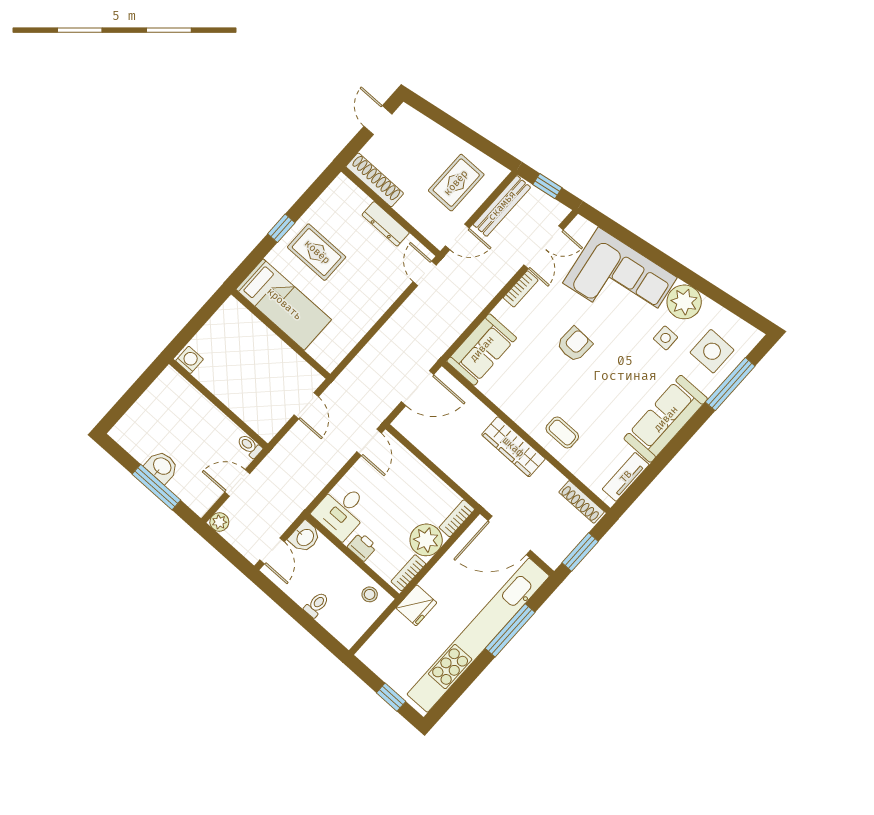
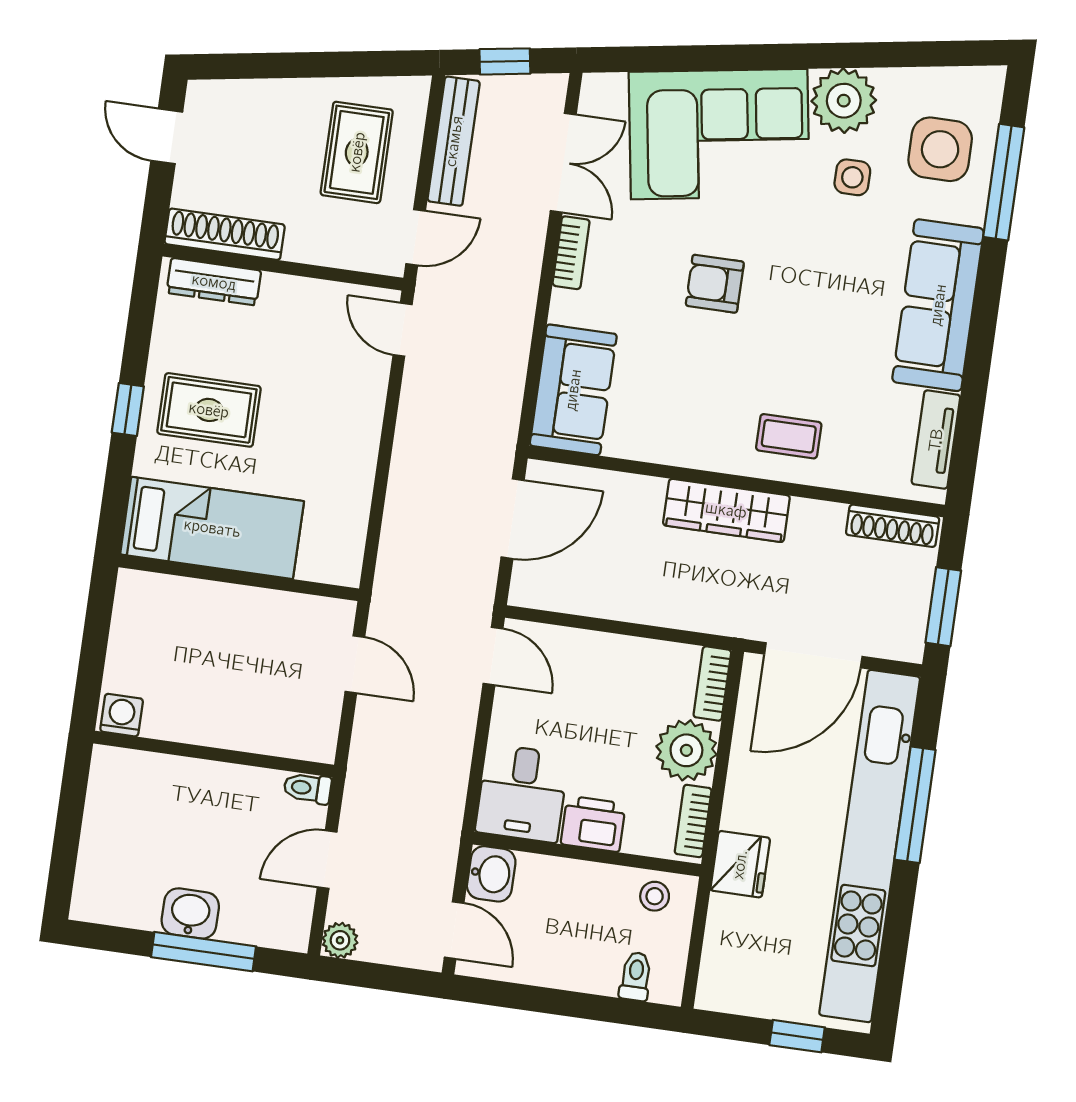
dresser: (386, 224) -> (214, 282), moved
armchair: (574, 344) -> (715, 284), turned -92
printer: (362, 547) -> (593, 824), width x1.36, depth x1.24
toilet: (316, 605) -> (636, 976), moved

